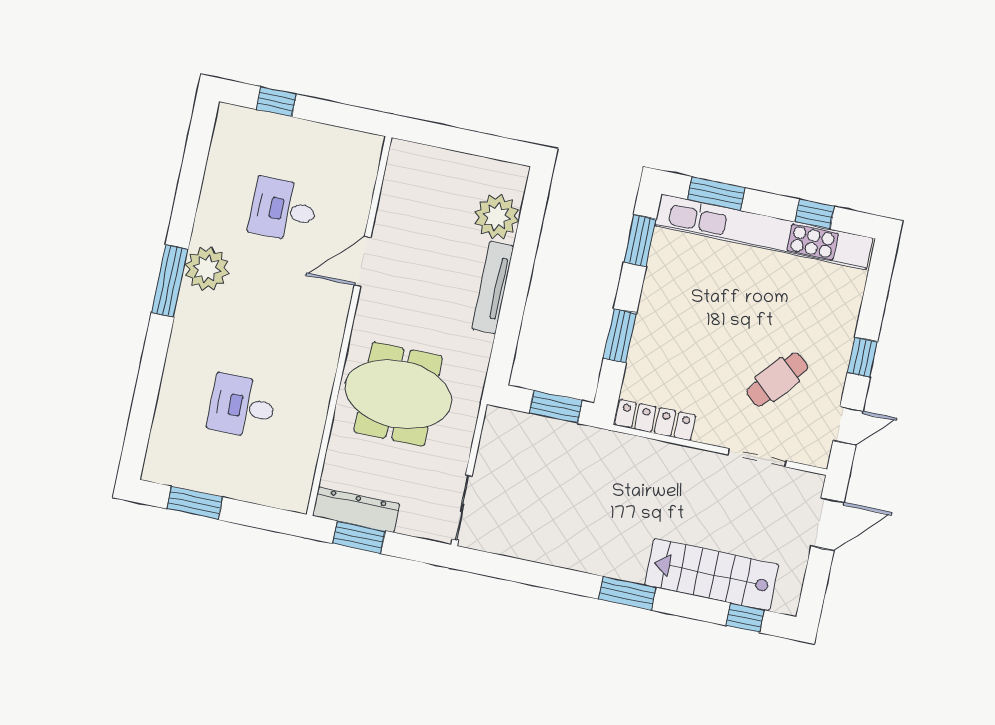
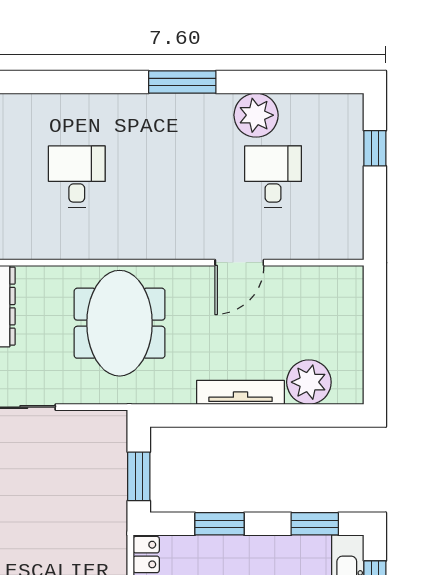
door: (363, 261) -> (239, 263), swing flipped
plant: (207, 269) -> (256, 115), moved

